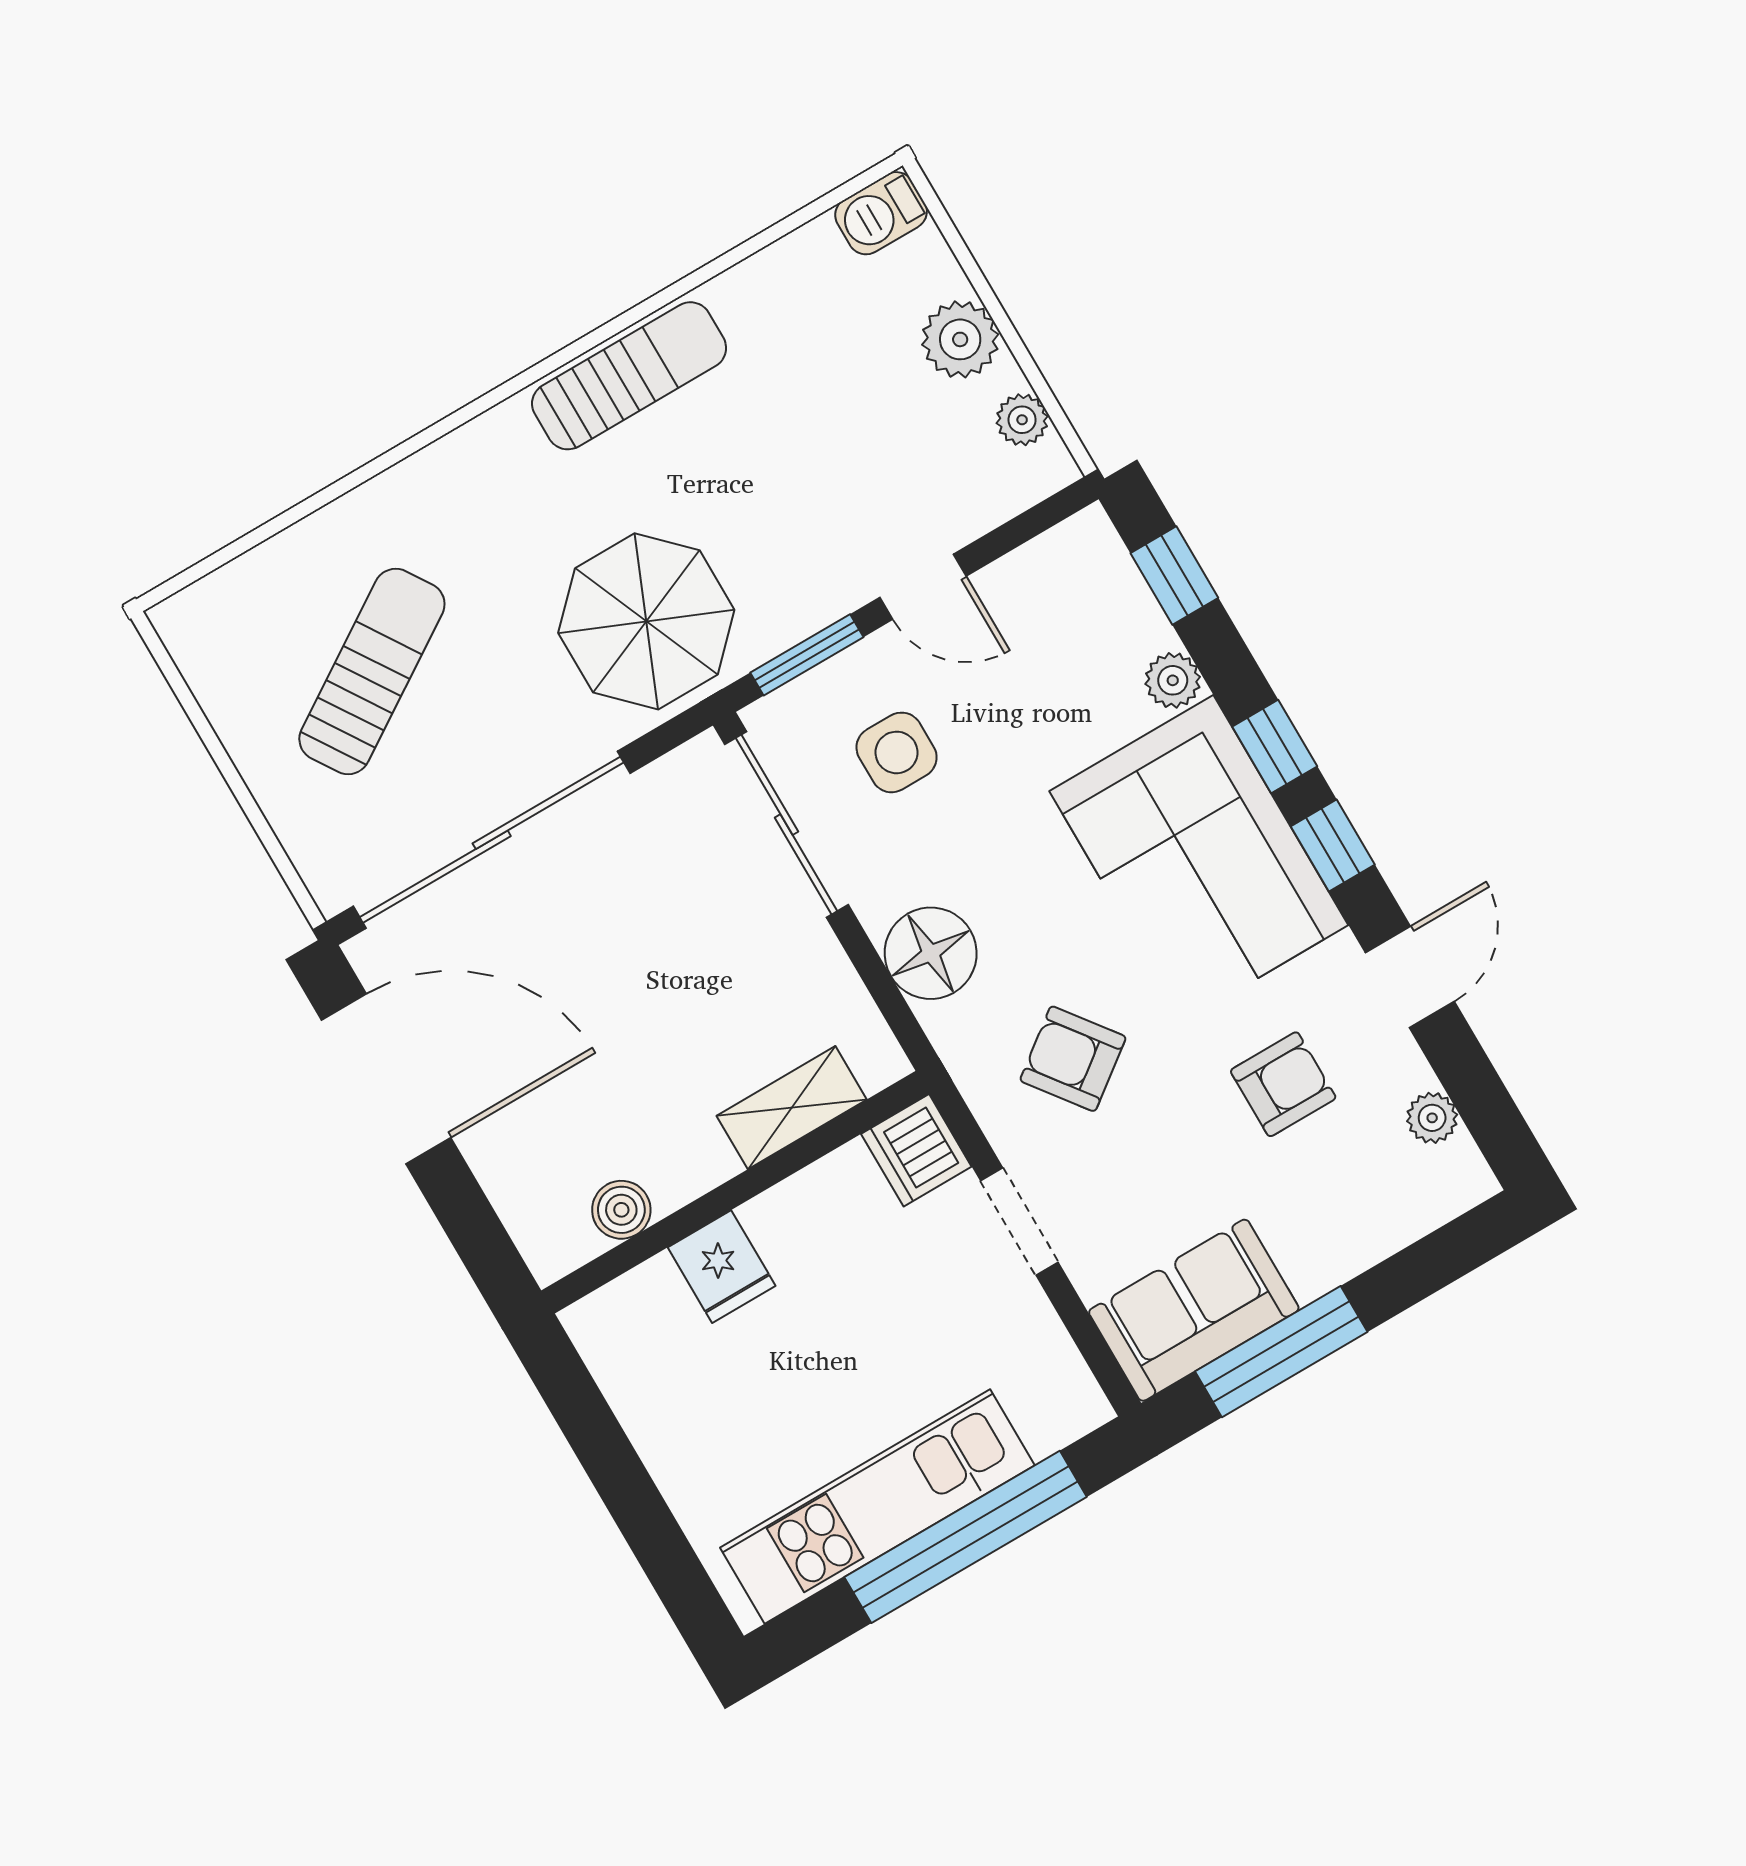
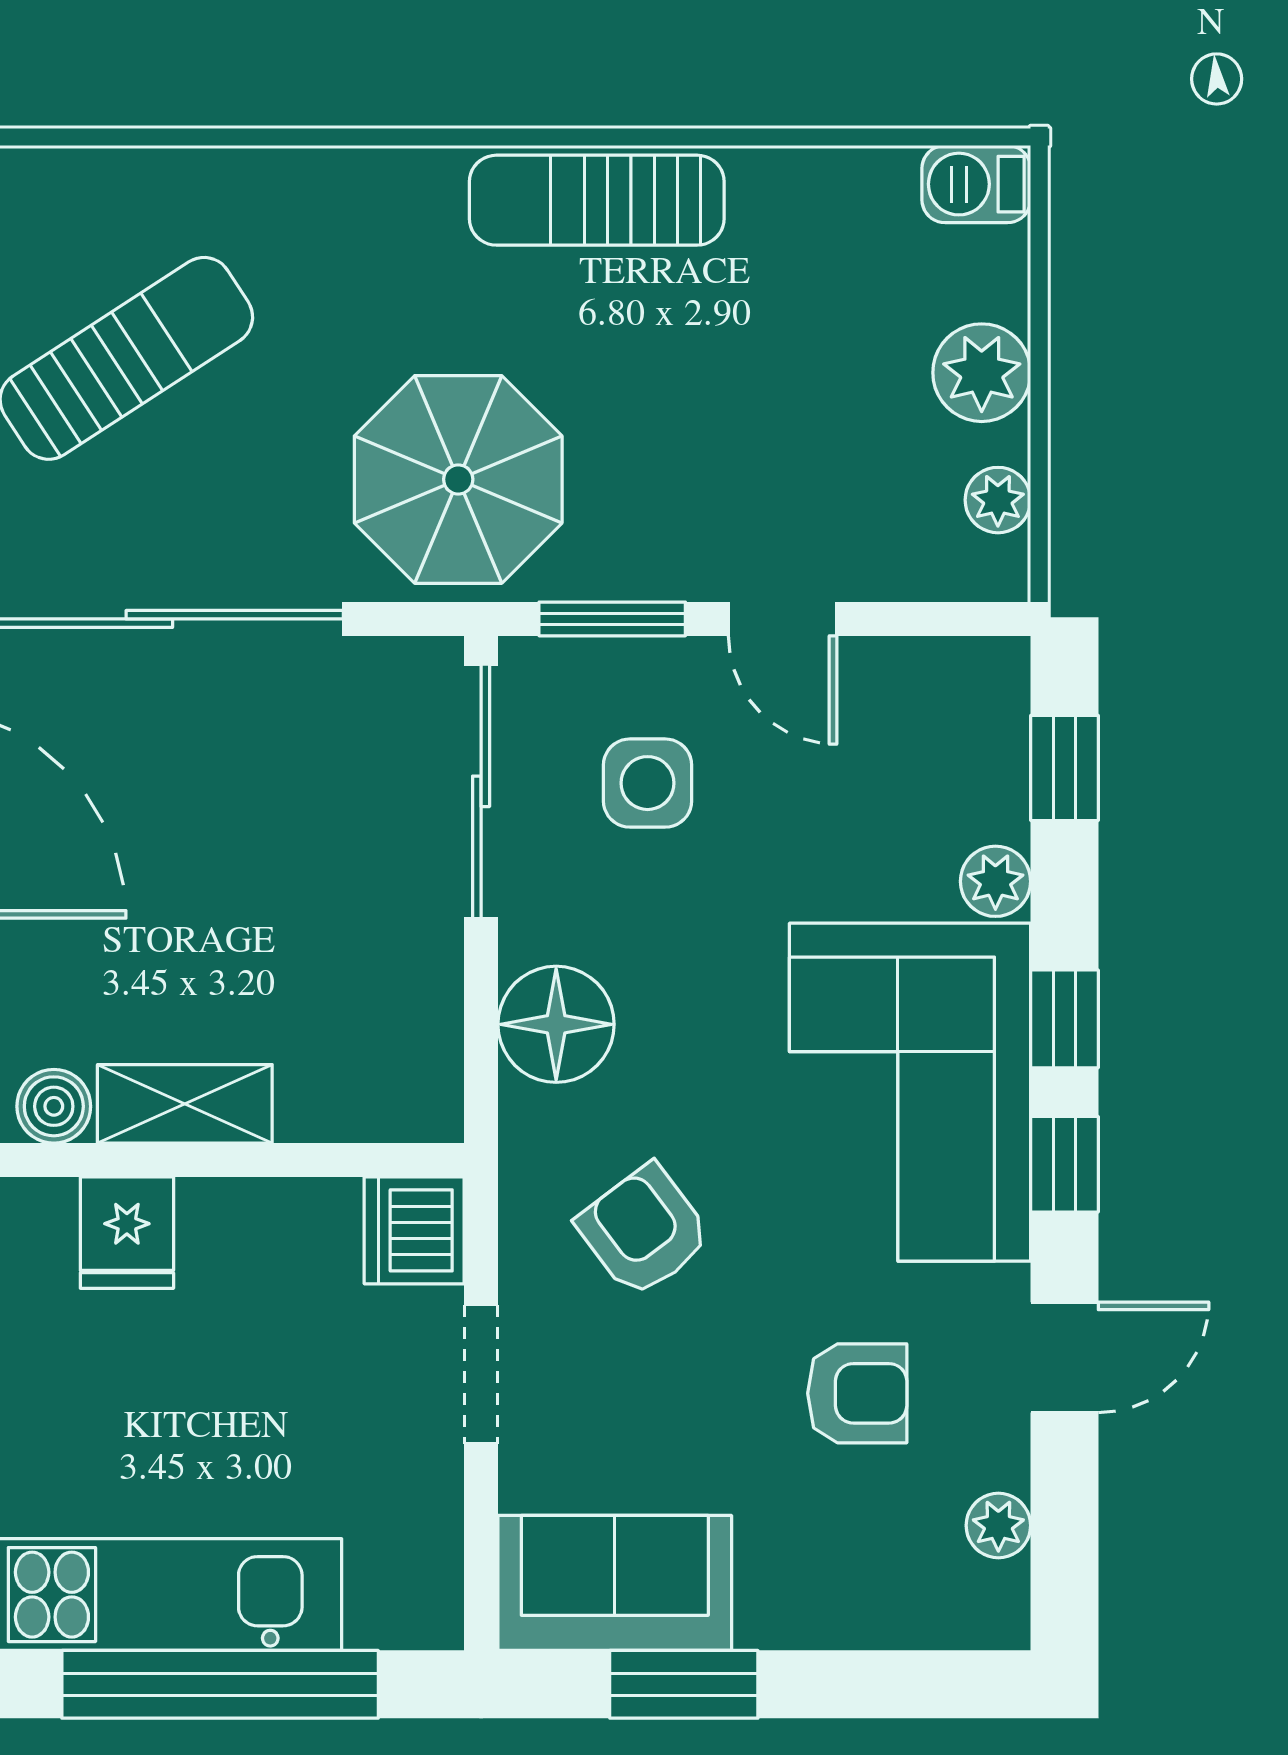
sun lounger: (629, 376) -> (597, 200), turned 180
shelving: (792, 1108) -> (185, 1104), moved
window: (1281, 1352) -> (684, 1684), width x0.69

